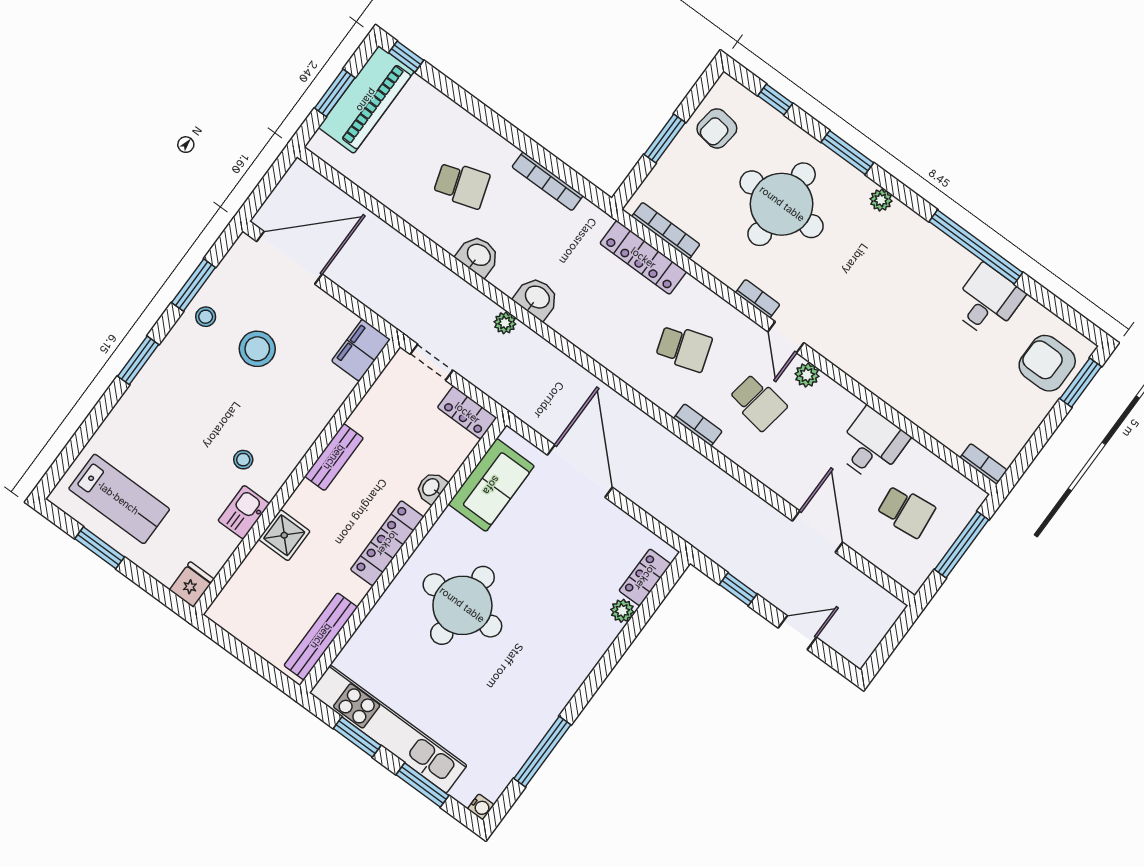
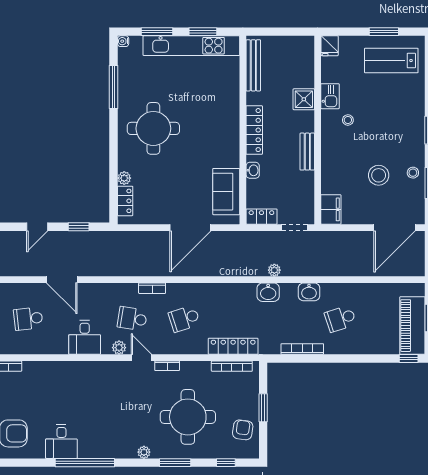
desk: (872, 445) -> (85, 337), moved
door: (580, 471) -> (190, 228), hinge flipped
round table: (462, 605) -> (153, 128), moved

